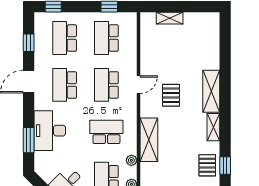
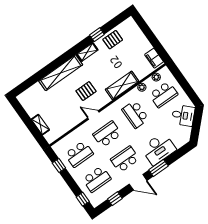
school desk: (65, 85) -> (125, 159), turned 180
school desk: (106, 85) -> (107, 134), turned 180
shelving: (211, 91) -> (61, 73), width x1.47
window: (29, 140) -> (158, 168), moved
window: (225, 165) -> (97, 35), moved

